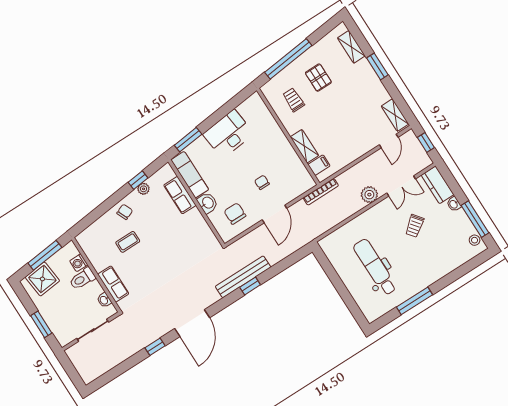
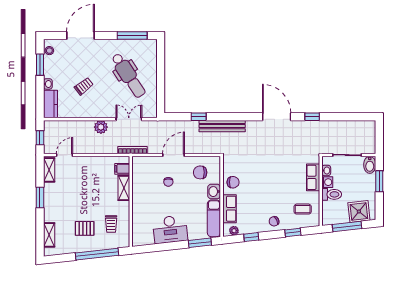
window: (377, 66) -> (40, 197), moved
pallet: (318, 78) -> (85, 228), turned 90
double door: (401, 186) -> (129, 119), moved
plant: (143, 189) -> (234, 231), moved
window: (98, 213) -> (293, 232), added
chair: (235, 214) -> (200, 172), turned 90
window: (475, 219) -> (40, 65), width x0.69
chair: (194, 225) -> (233, 182), added
coffee table: (128, 242) -> (303, 209), moved
washing machine: (79, 263) -> (327, 182), moved
dental chair: (375, 267) -> (128, 75), turned -33
door: (452, 277) -> (81, 35), added
window: (250, 286) -> (199, 117), moved
window: (414, 301) -> (132, 35), moved
door: (192, 323) -> (277, 117), hinge flipped
bidet: (62, 335) -> (370, 165), added

